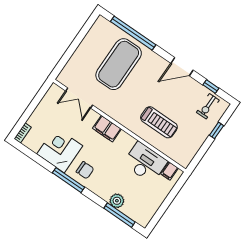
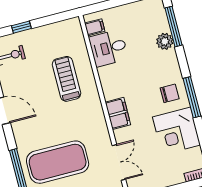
desk: (145, 163) -> (109, 48), width x0.73
chair: (85, 170) -> (170, 93), turned 90

